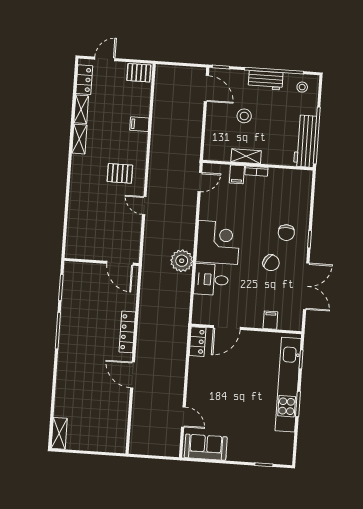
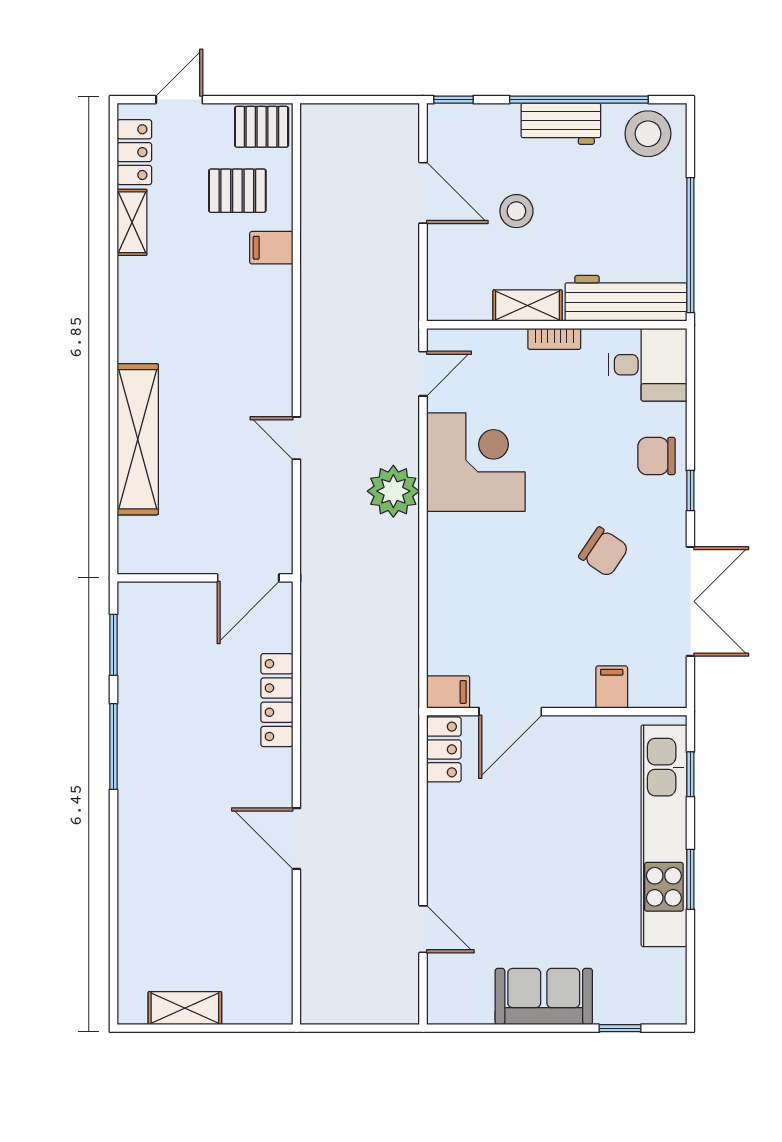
stool: (302, 87) -> (648, 134), width x1.89, depth x1.89
door: (206, 89) -> (423, 193), moved
shelving: (79, 139) -> (138, 439), moved, width x2.20, depth x1.33
workbench: (305, 141) -> (626, 298), moved, turned 90
pallet: (120, 173) -> (237, 191), moved
filing cabinet: (237, 174) -> (448, 692), moved, turned -90
chair: (286, 233) -> (657, 456), moved, turned 90
corner desk: (218, 242) -> (476, 462), moved
plant: (182, 261) -> (393, 491), moved
door: (120, 263) -> (248, 578), hinge flipped
desk: (211, 280) -> (647, 365), moved, turned 180
locker: (127, 332) -> (277, 700), moved
shelving: (59, 433) -> (185, 1008), moved, turned 90
sofa: (206, 447) -> (544, 996), moved

